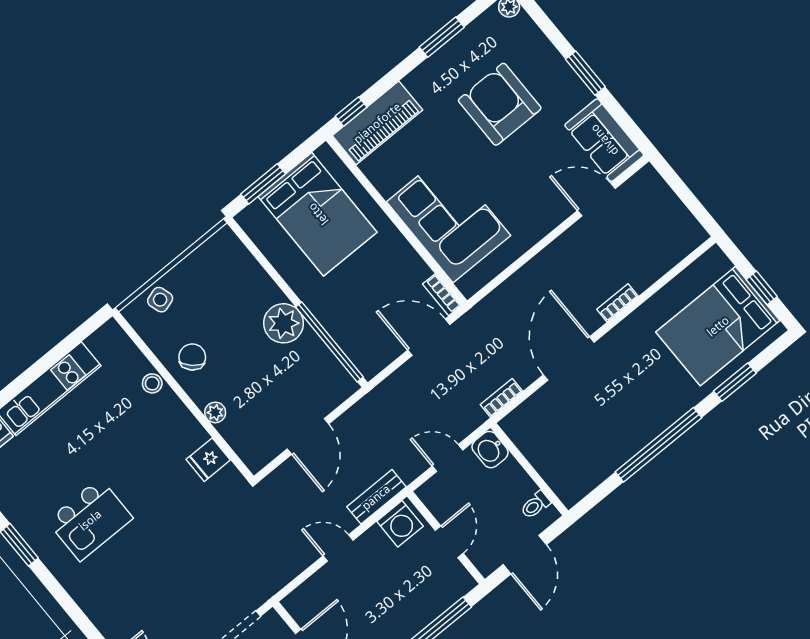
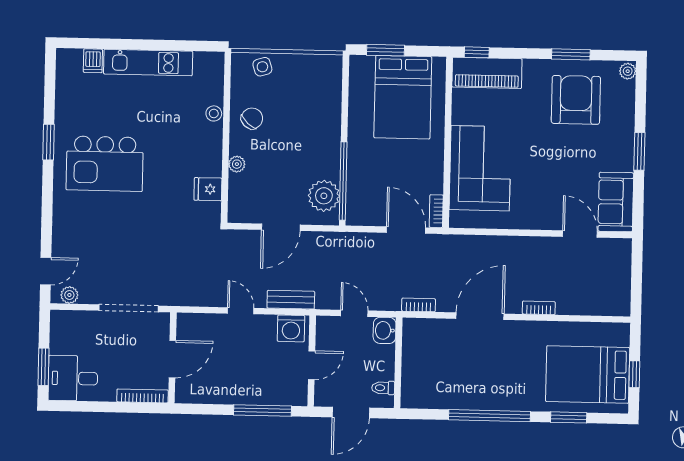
armchair: (500, 104) -> (576, 100), moved
plant: (284, 323) -> (324, 196), moved
kitchen island: (90, 520) -> (105, 164), width x1.37, depth x1.28

